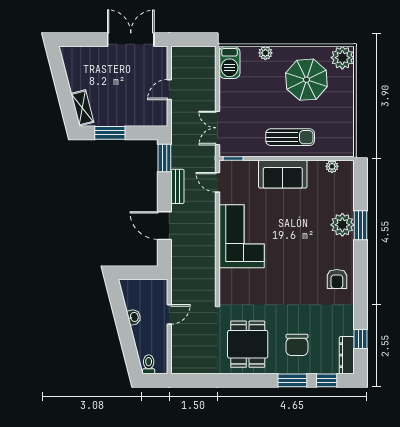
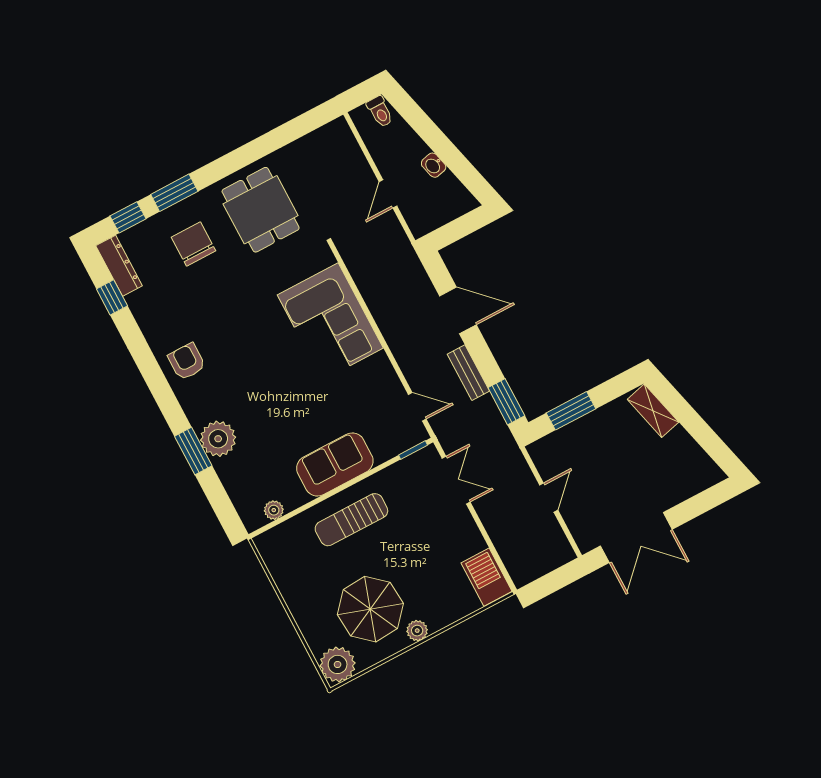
plant: (265, 53) -> (417, 631), moved
window: (110, 133) -> (571, 411), moved
corner sofa: (242, 236) -> (330, 322), moved

